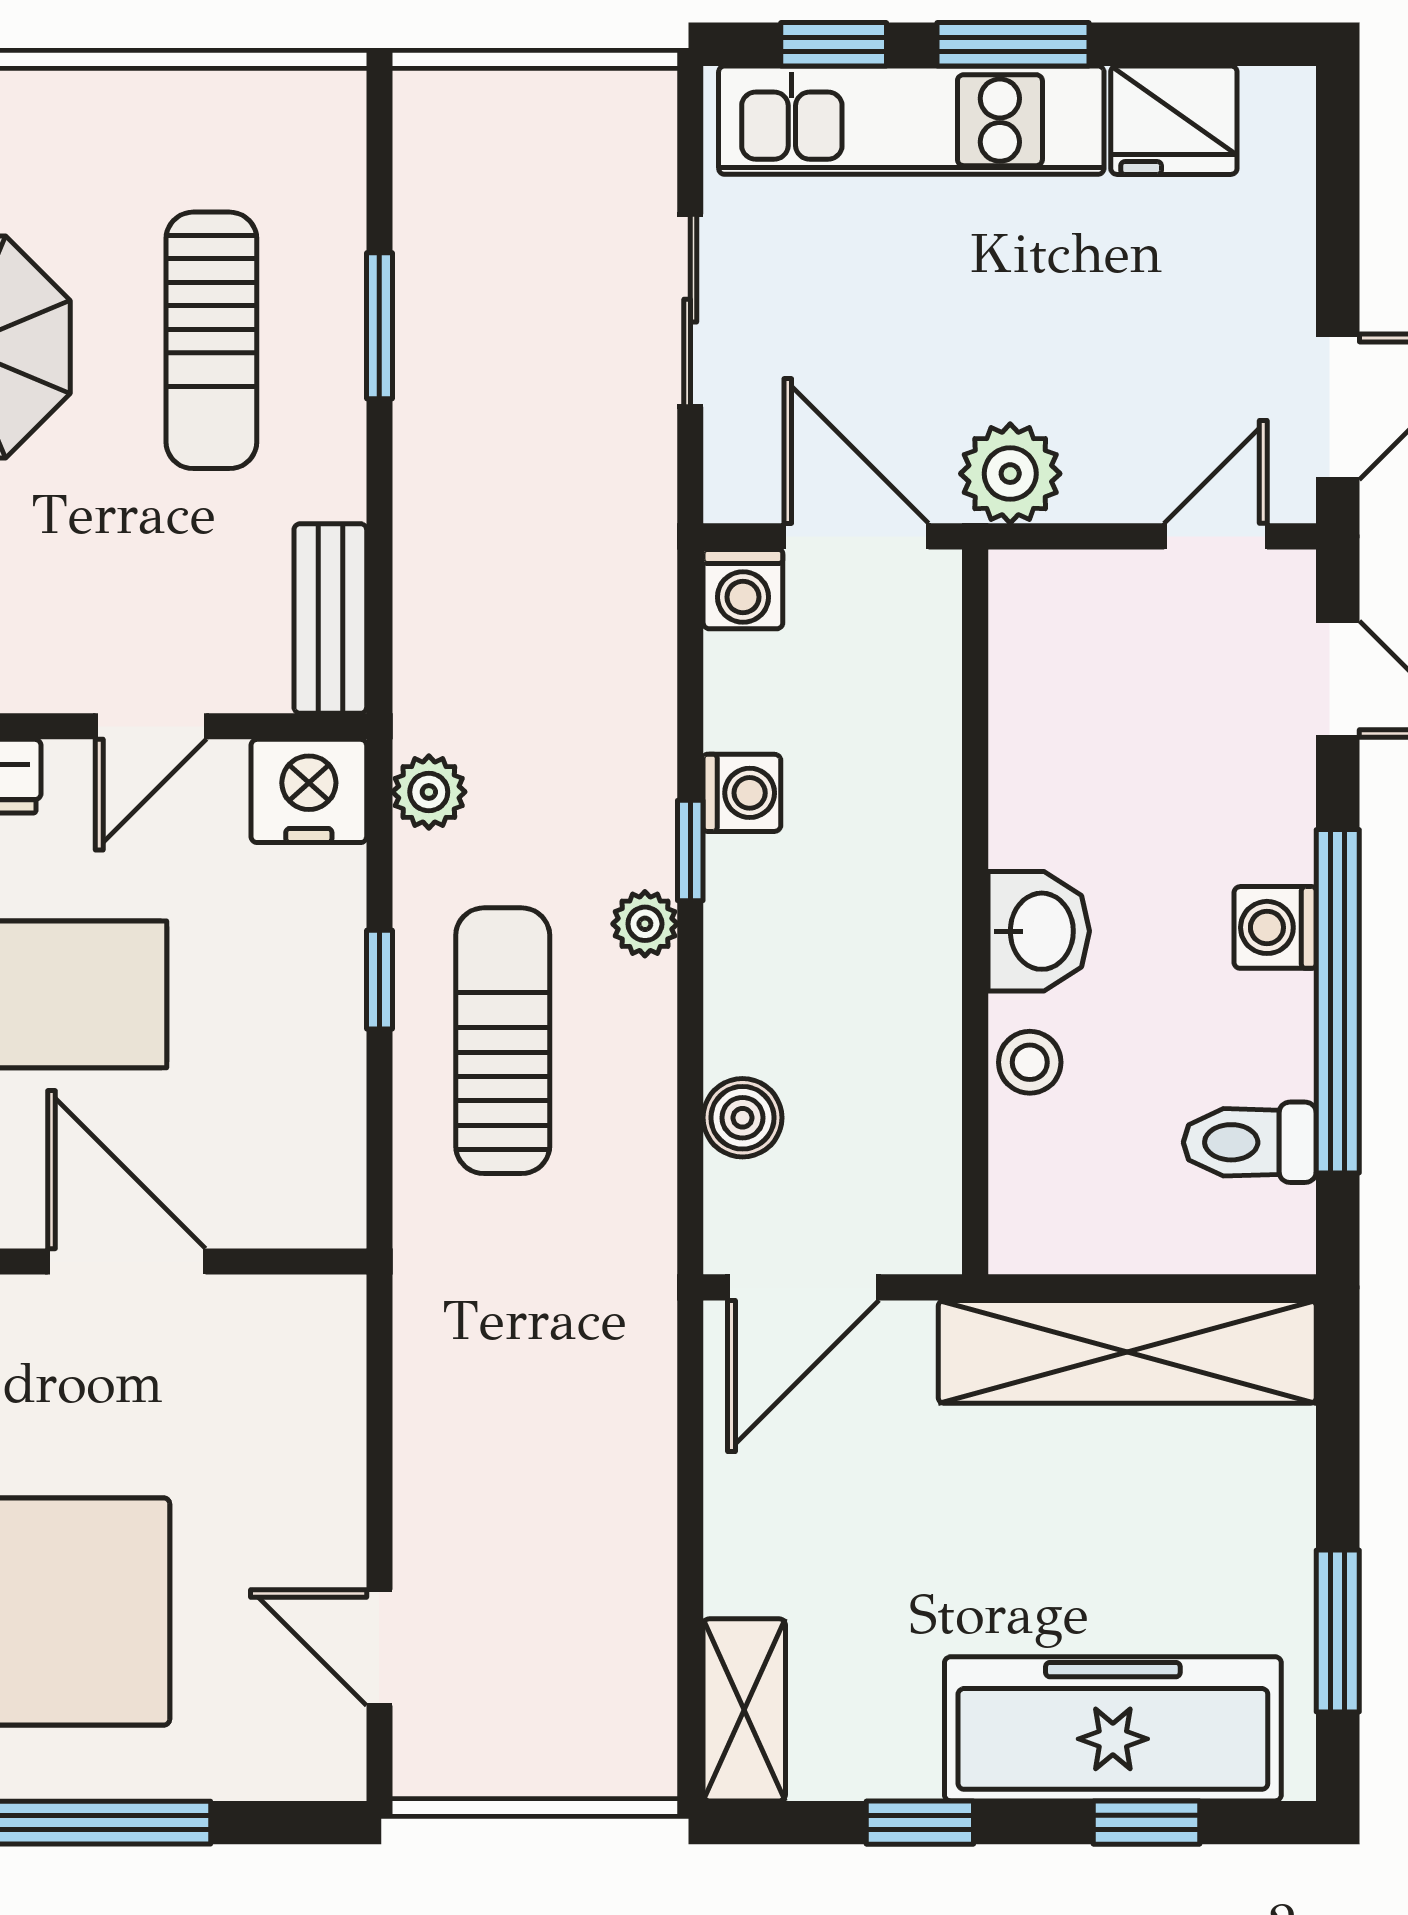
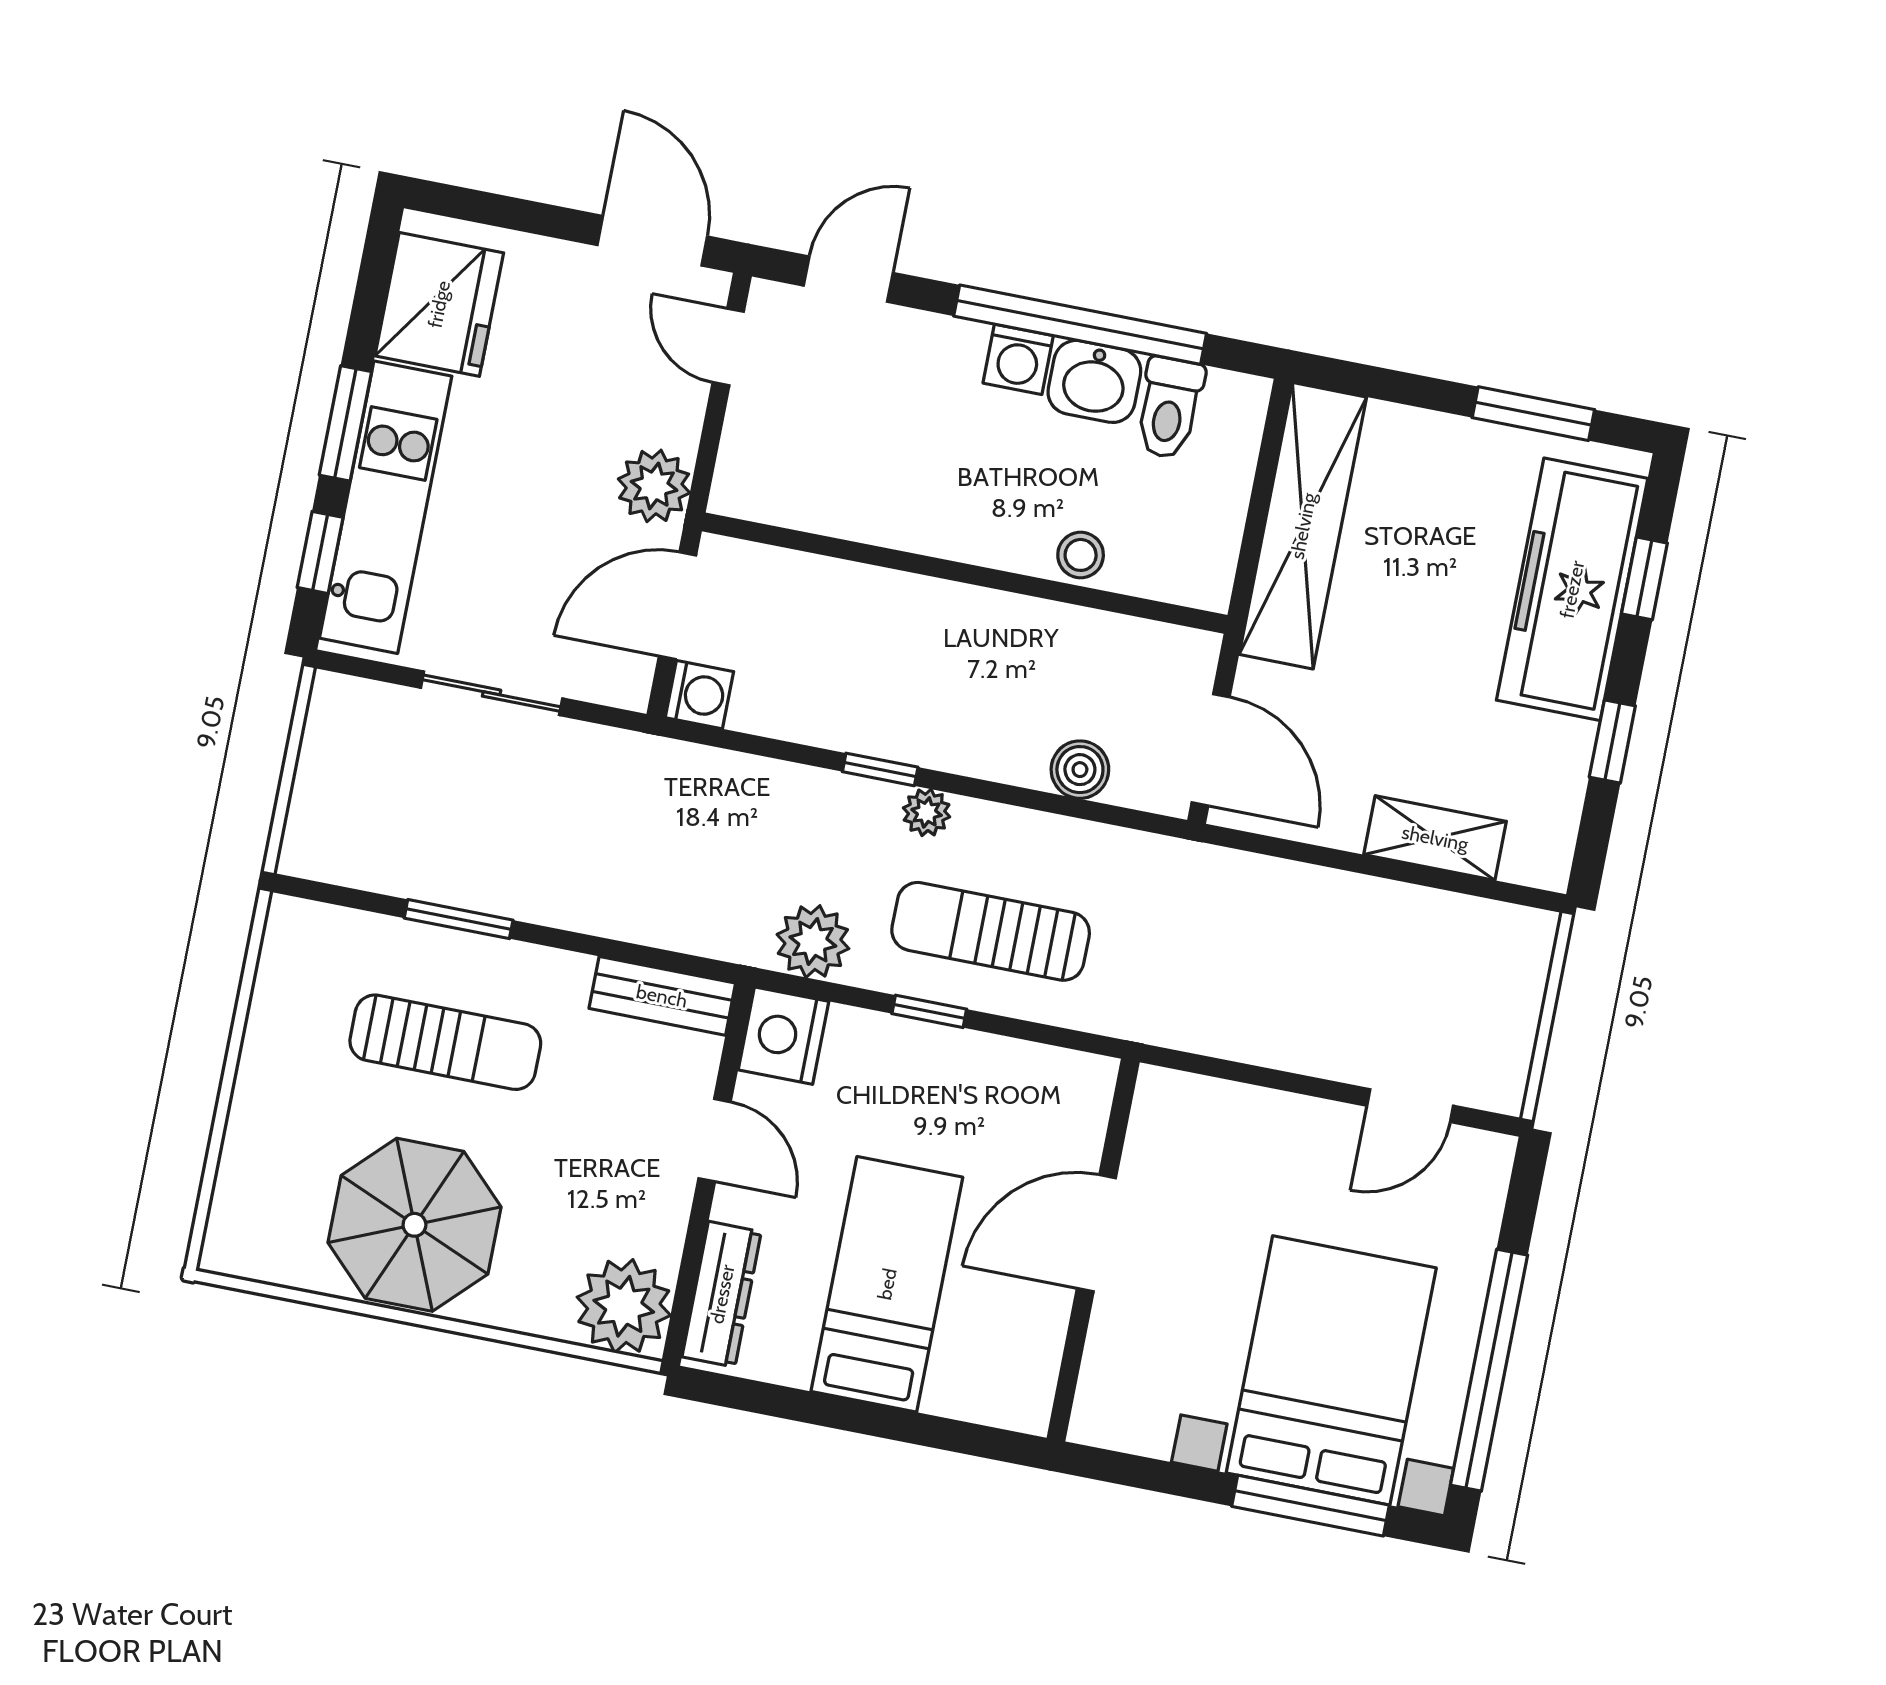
fridge: (1174, 120) -> (439, 304), width x1.36, depth x1.34
plant: (429, 792) -> (813, 942), width x1.38, depth x1.38
washing machine: (742, 793) -> (846, 724), removed
washbasin: (1039, 931) -> (1094, 381), moved, turned 180
shelving: (744, 1710) -> (1435, 838), moved

